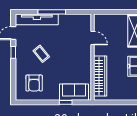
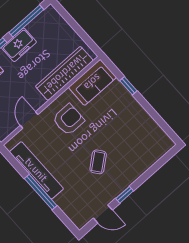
tv unit: (37, 19) -> (36, 170), moved
armchair: (34, 83) -> (68, 120), moved
sofa: (74, 92) -> (92, 82), moved, turned -90

